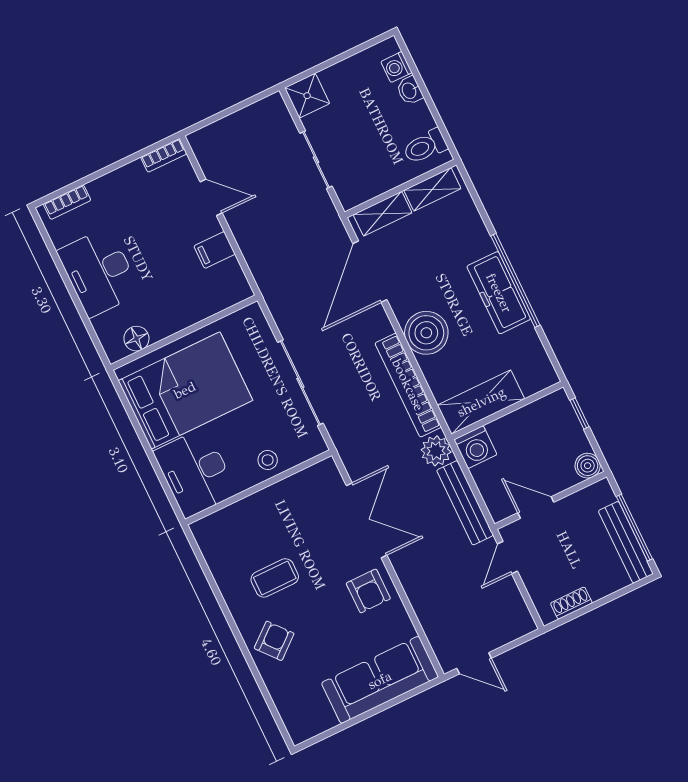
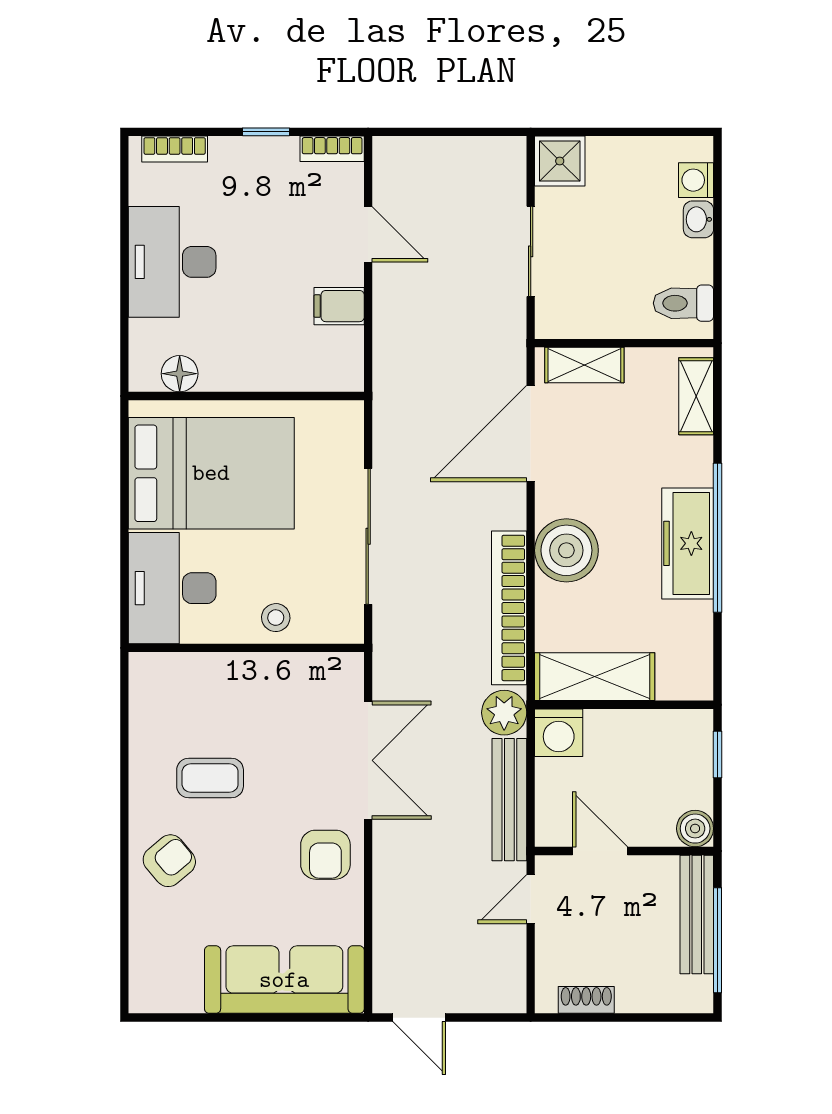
window: (118, 165) -> (266, 132), added
shelving: (432, 189) -> (696, 396), moved, turned 90
bench: (626, 542) -> (697, 914), moved

